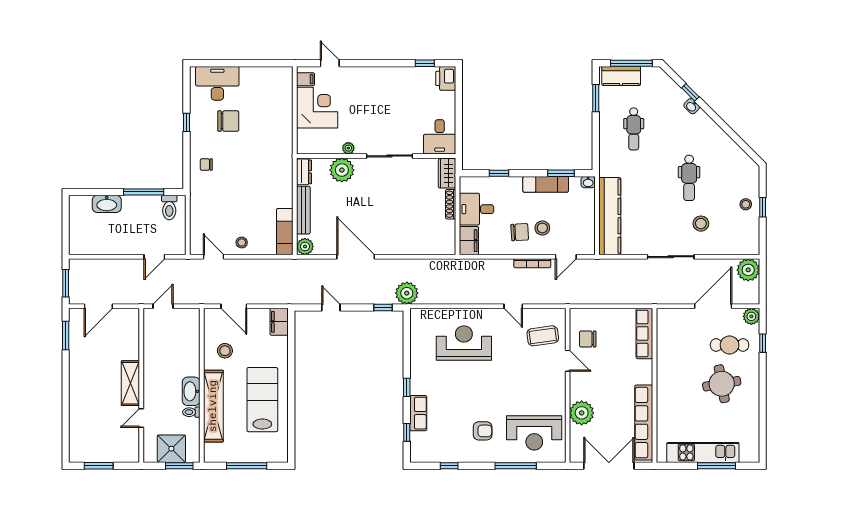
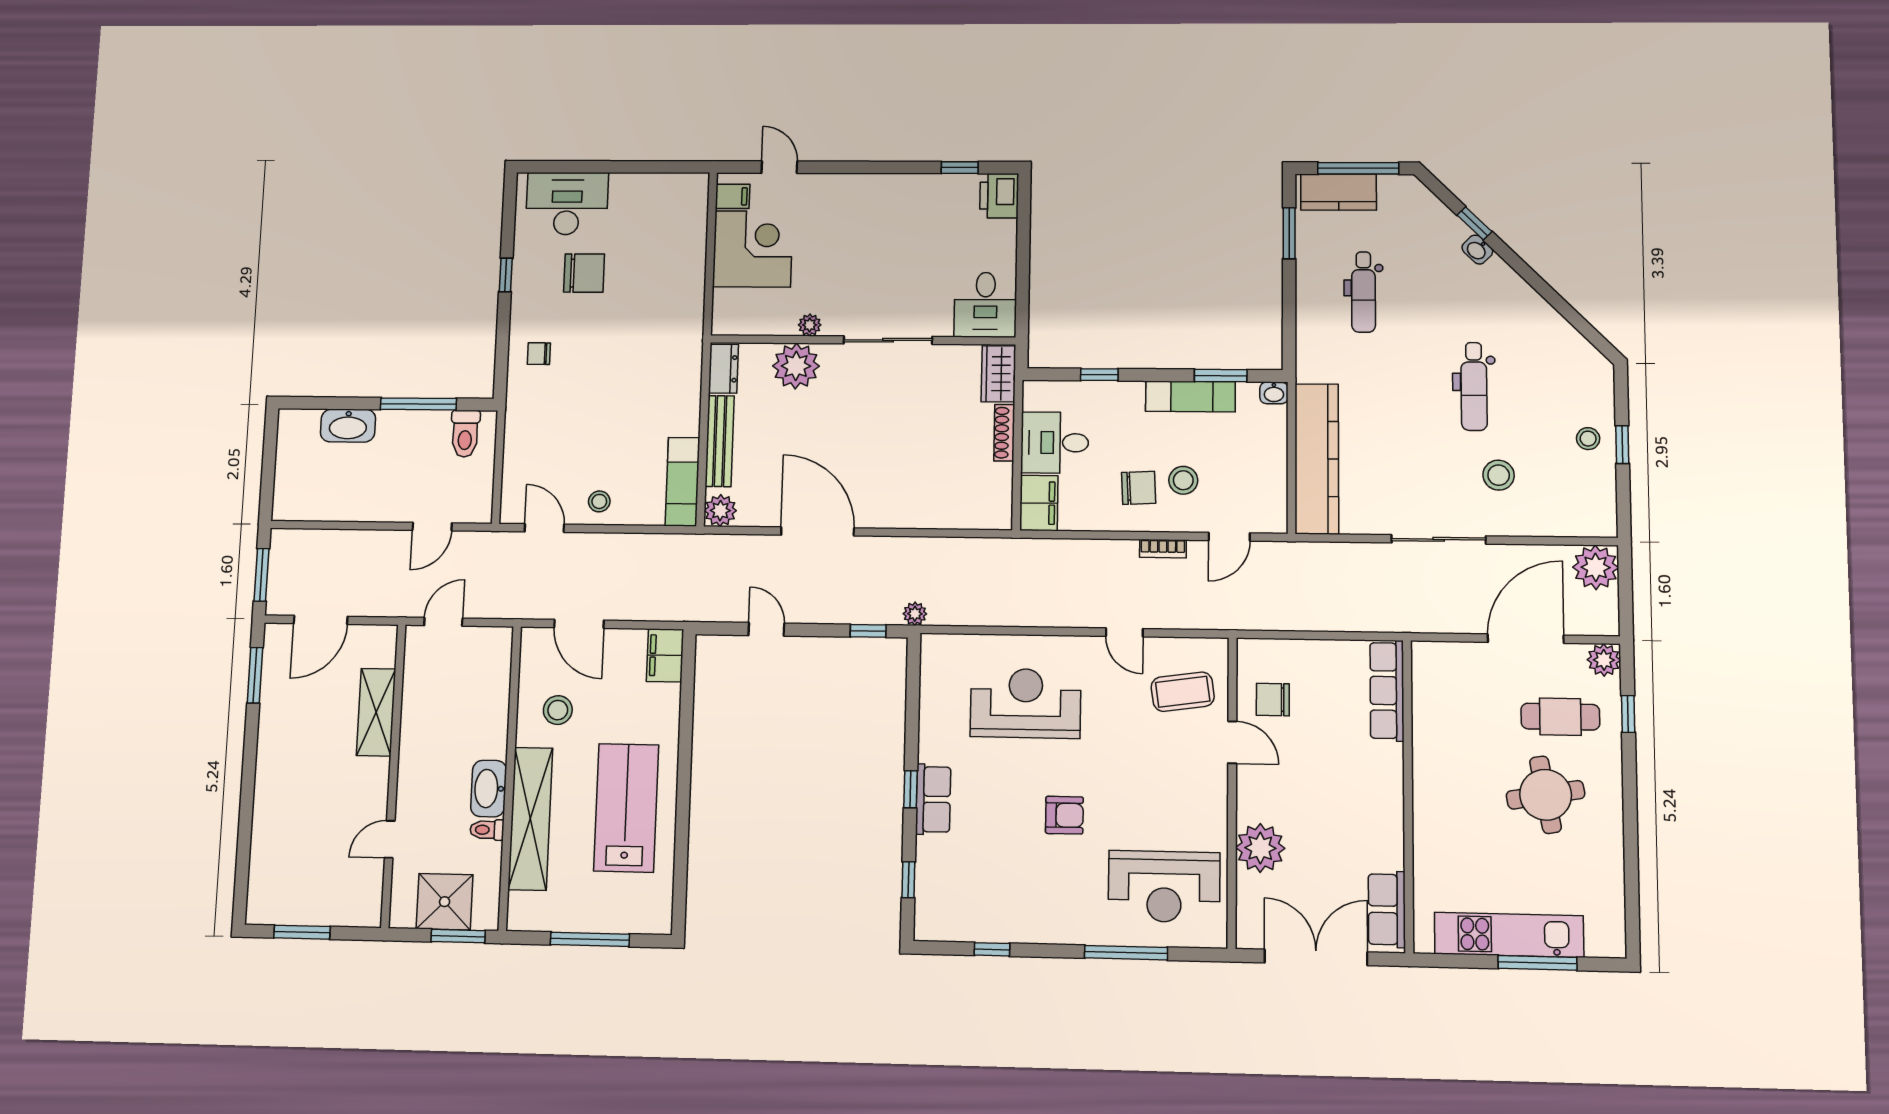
bookcase: (532, 263) -> (1163, 549), width x0.64
plant: (407, 293) -> (915, 614), width x0.53, depth x0.53
shelving: (130, 383) -> (376, 712), moved
row of seats: (418, 413) -> (933, 799), moved
row of seats: (644, 423) -> (1387, 909), width x0.50
armchair: (483, 431) -> (1064, 815), moved

